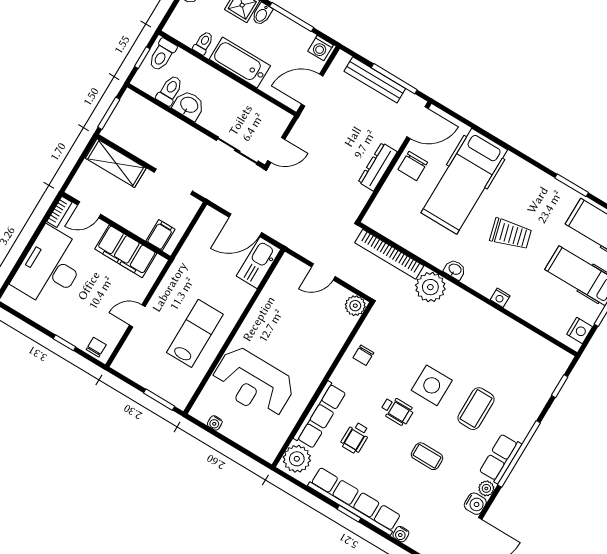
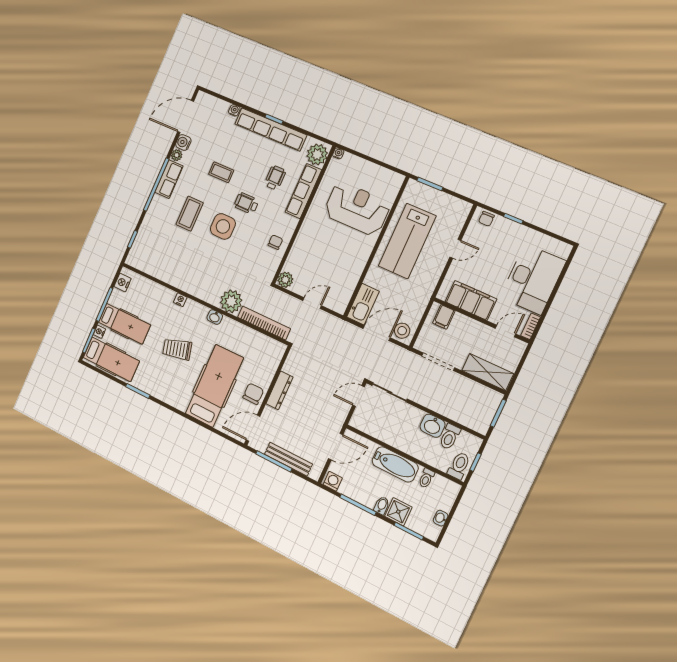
stool: (213, 224) -> (402, 331), added
lab bench: (195, 333) -> (407, 241), width x1.36, depth x1.39
water cooler: (215, 423) -> (338, 153), moved

